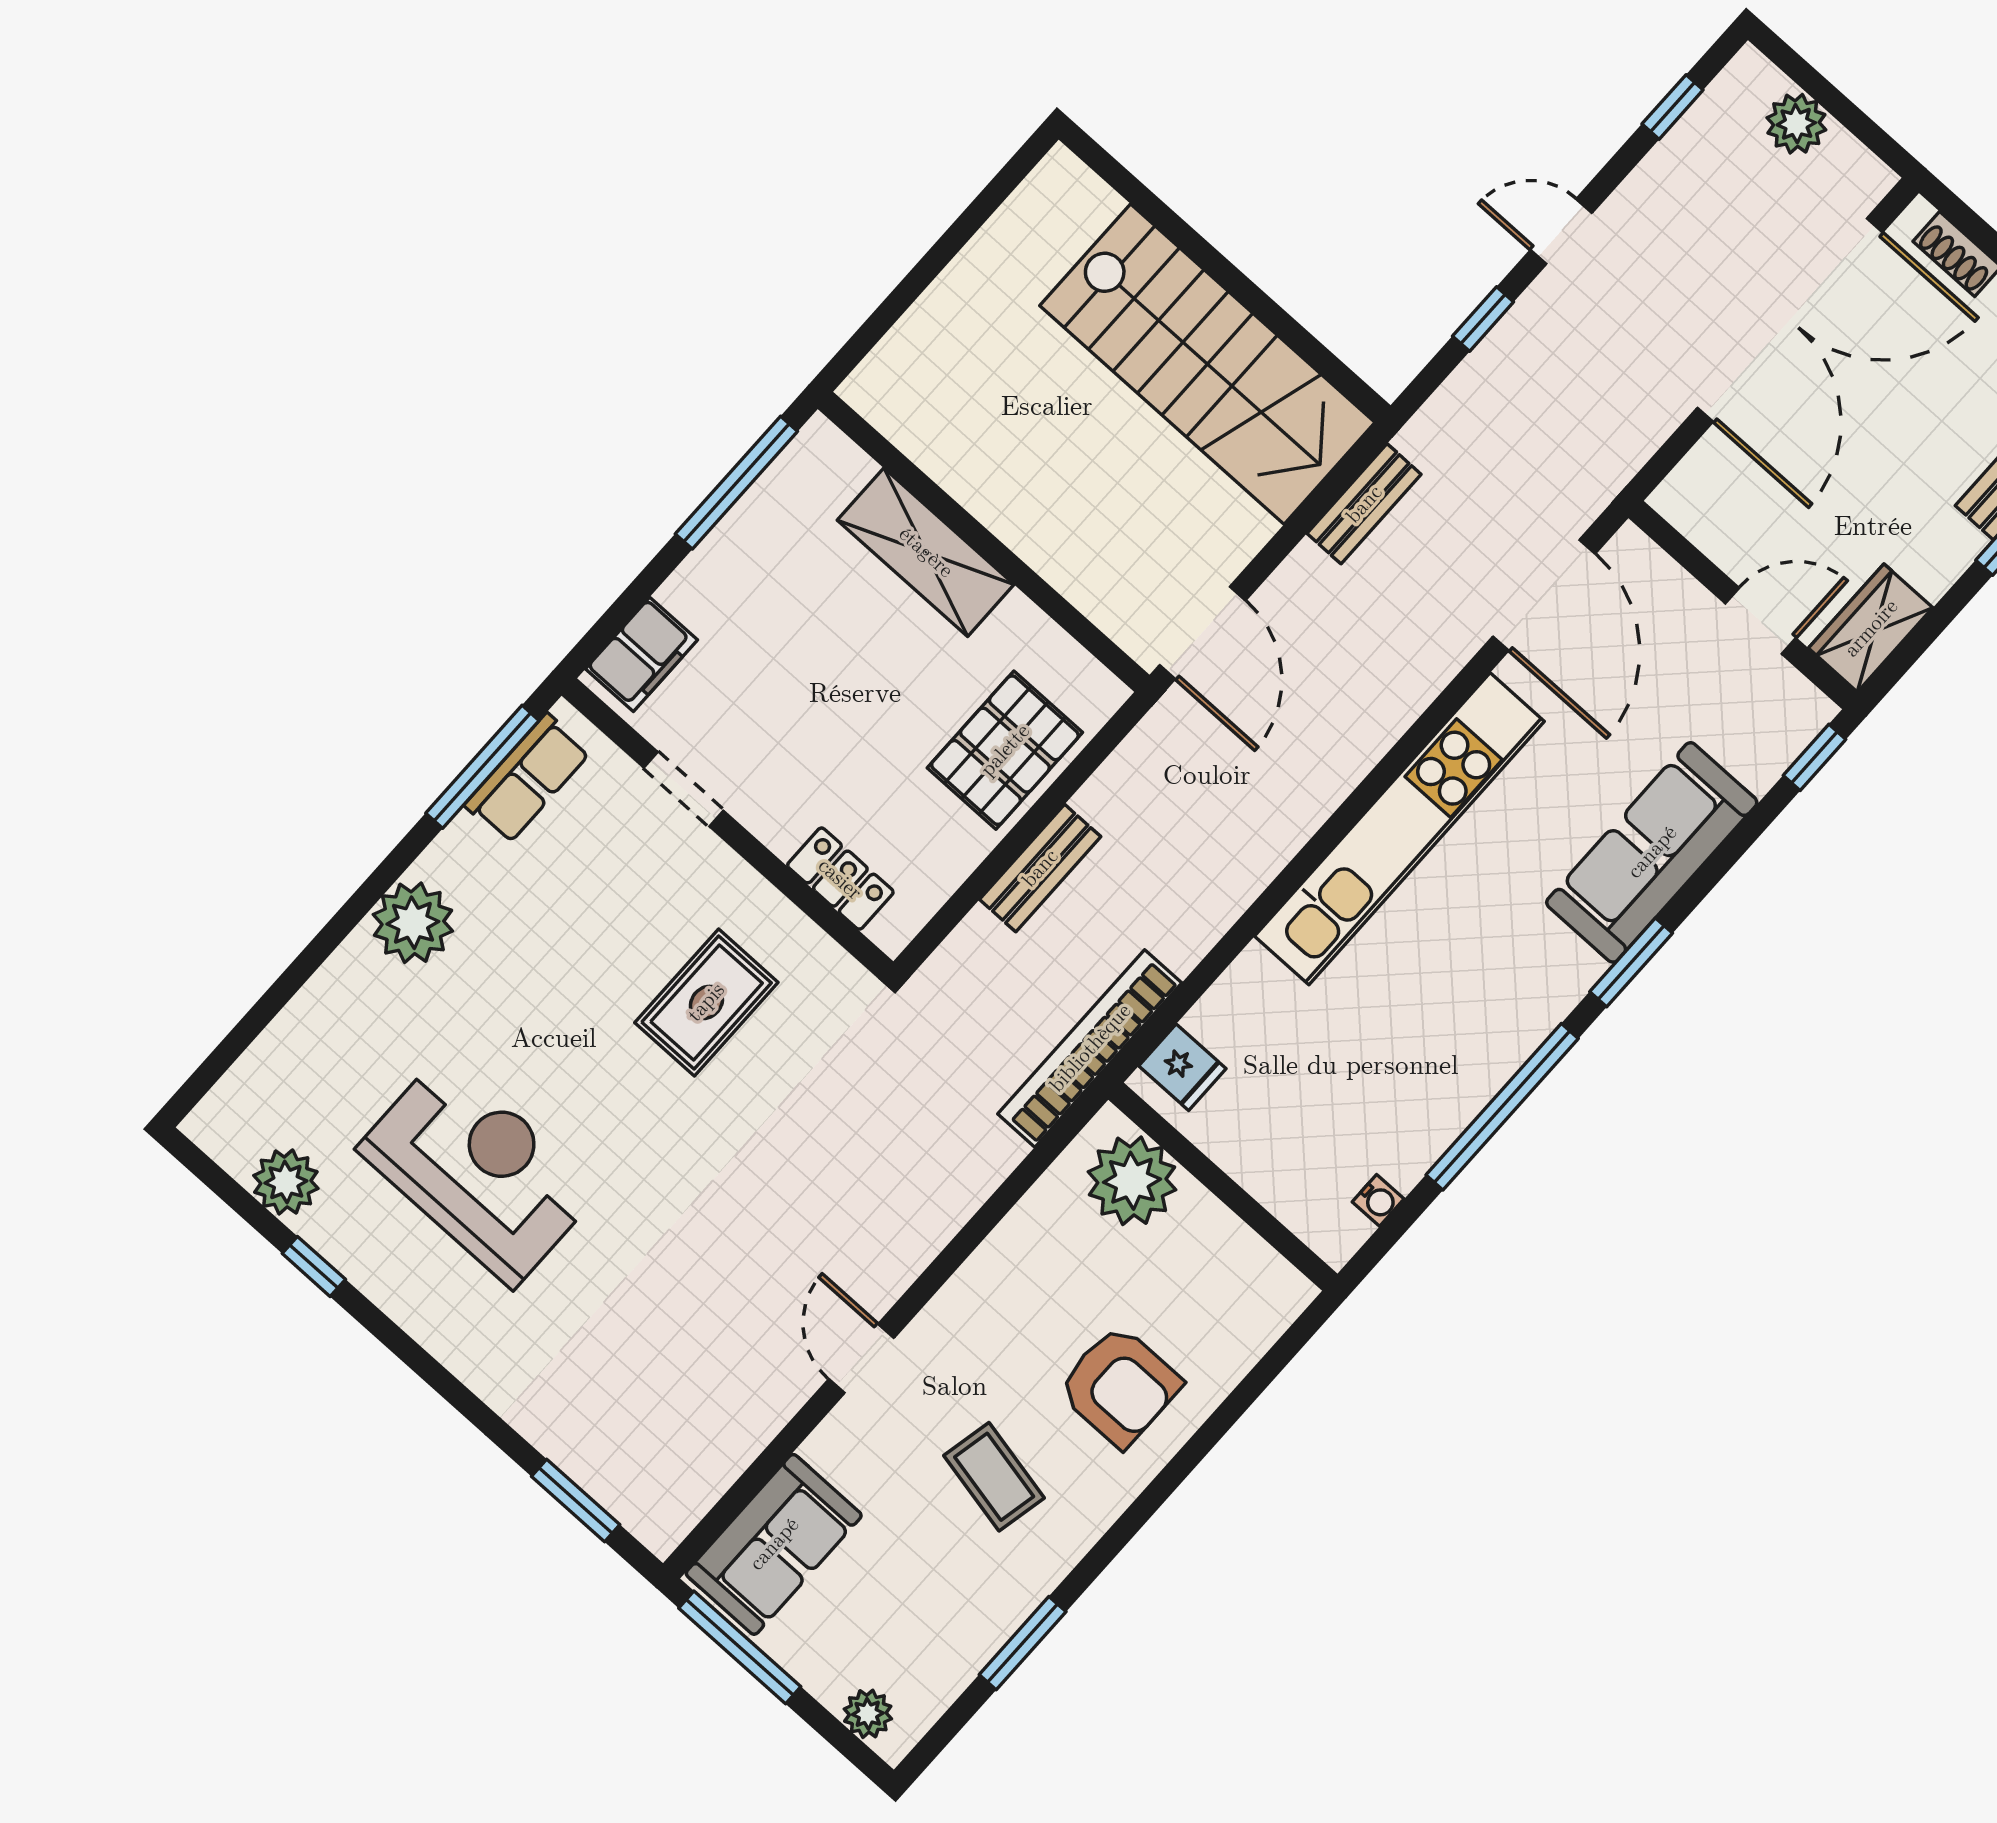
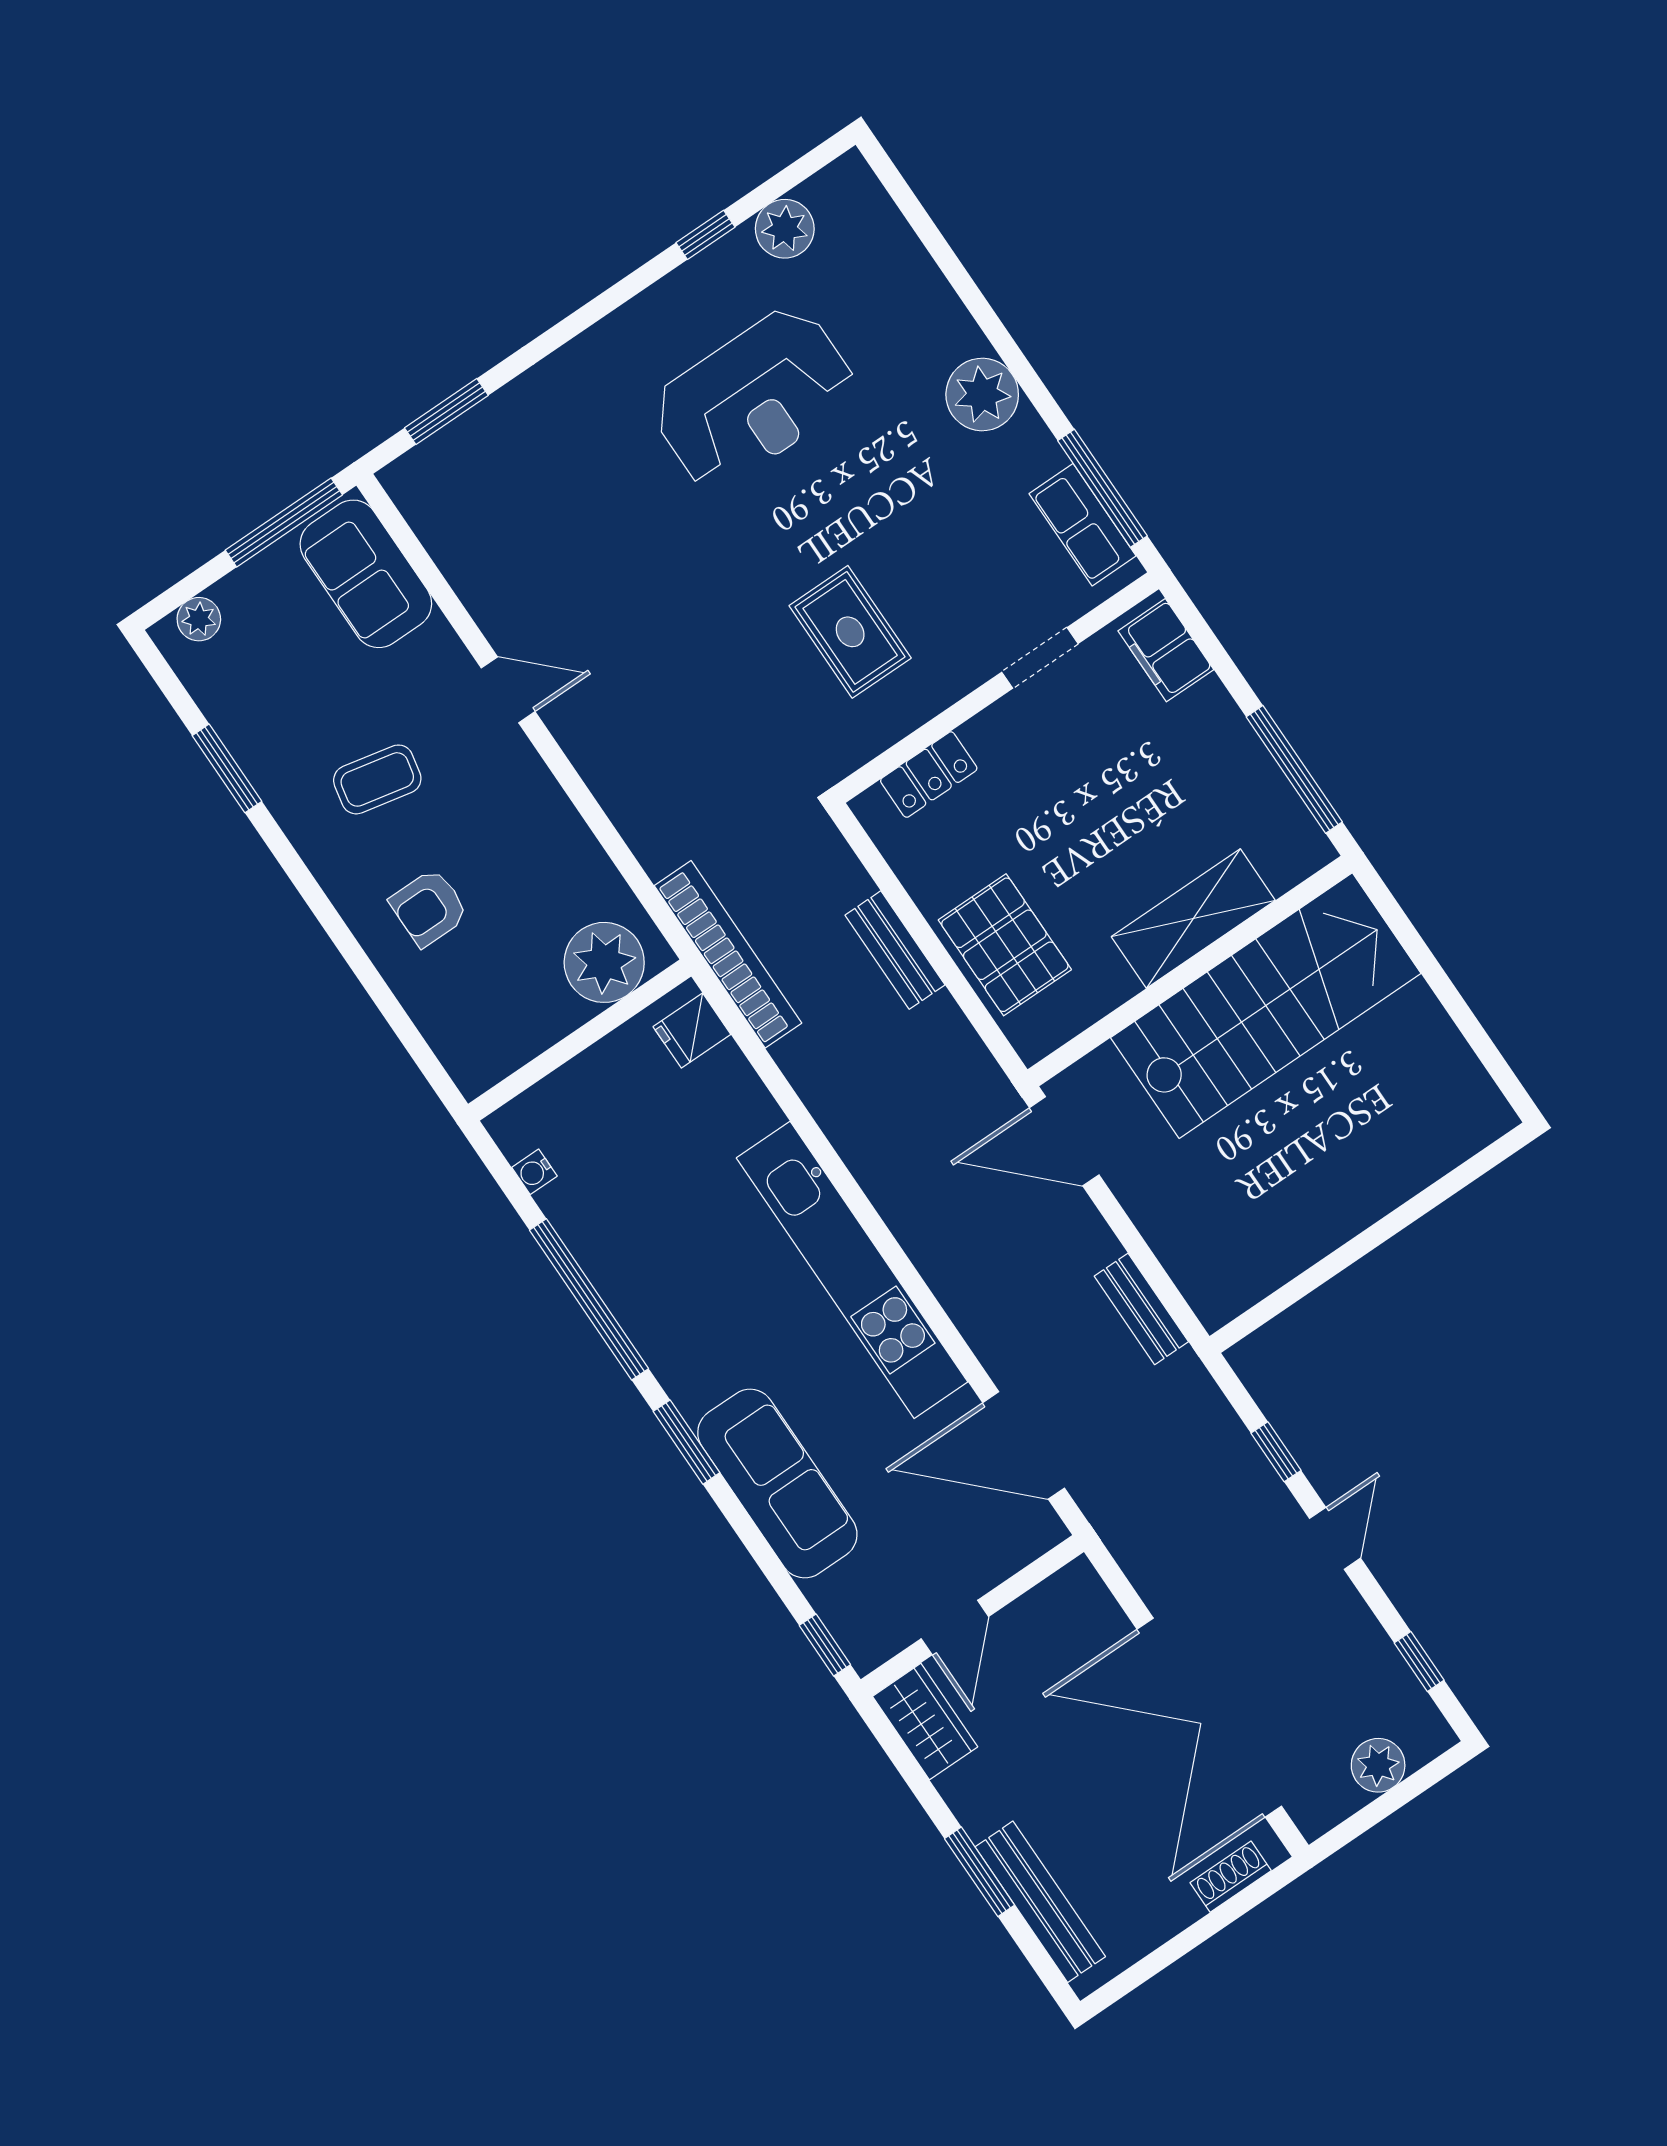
stairs: (1207, 364) -> (1266, 1006), moved, turned 180
armchair: (1119, 1386) -> (429, 908), width x0.72, depth x0.72

